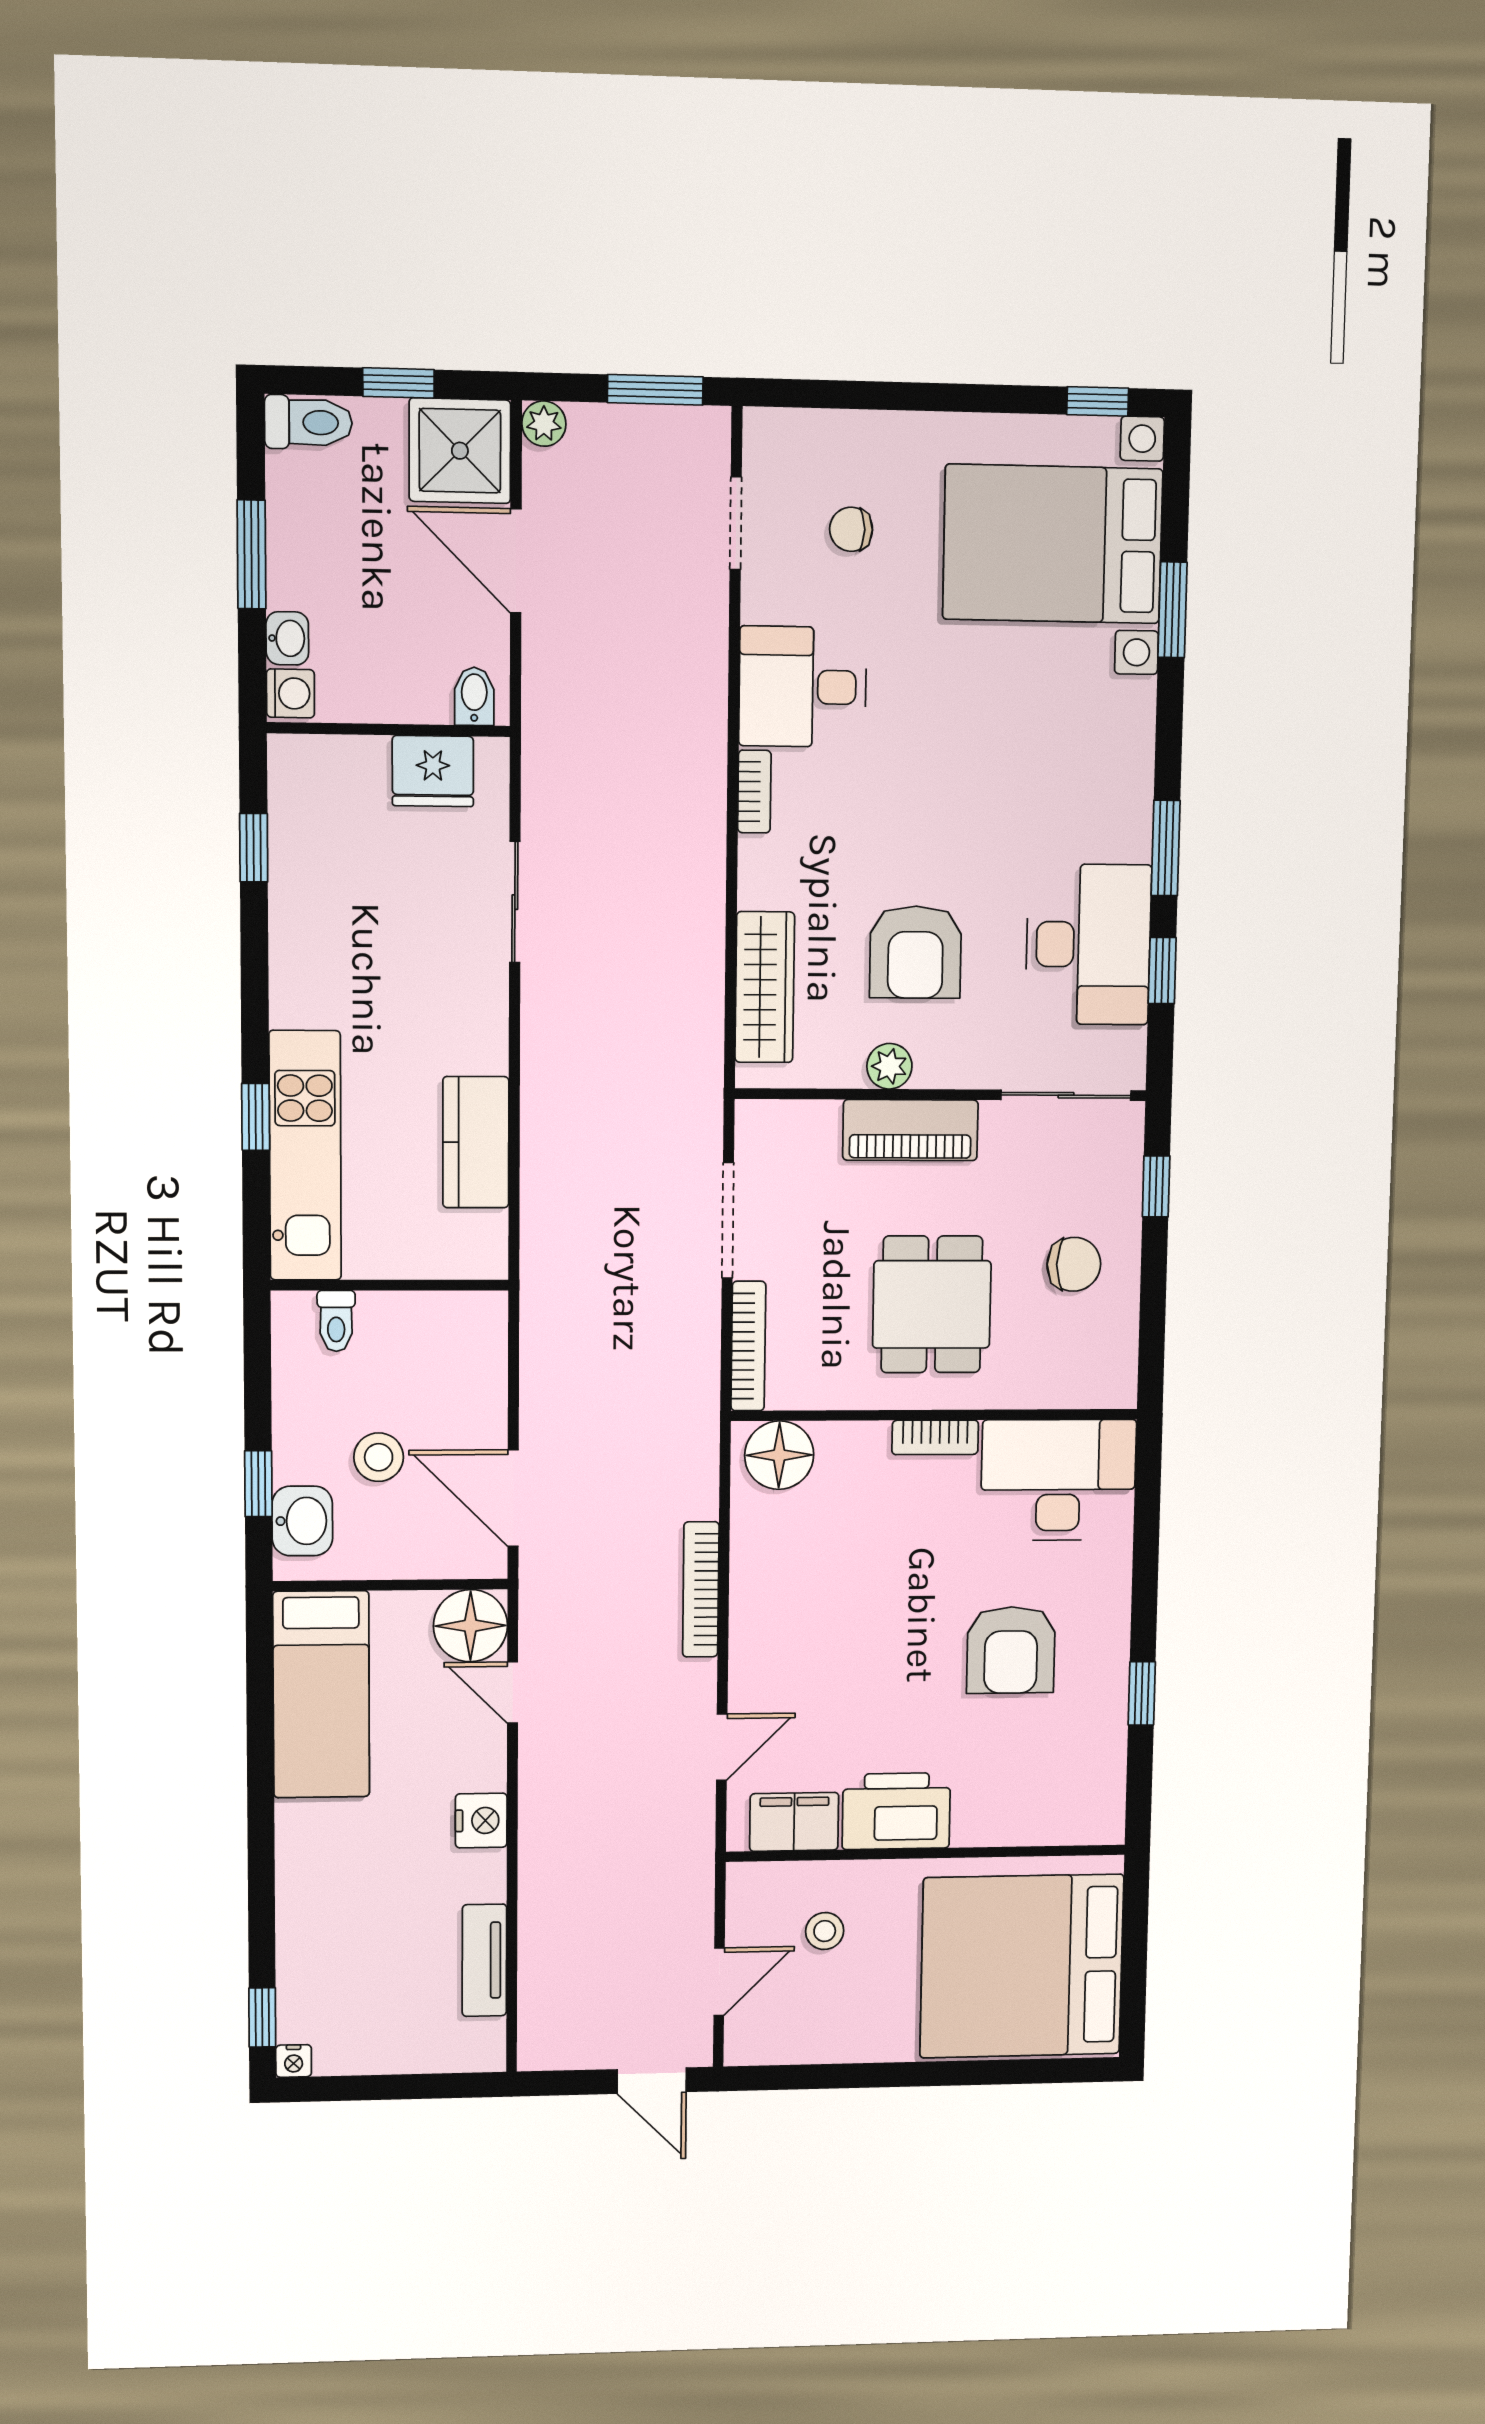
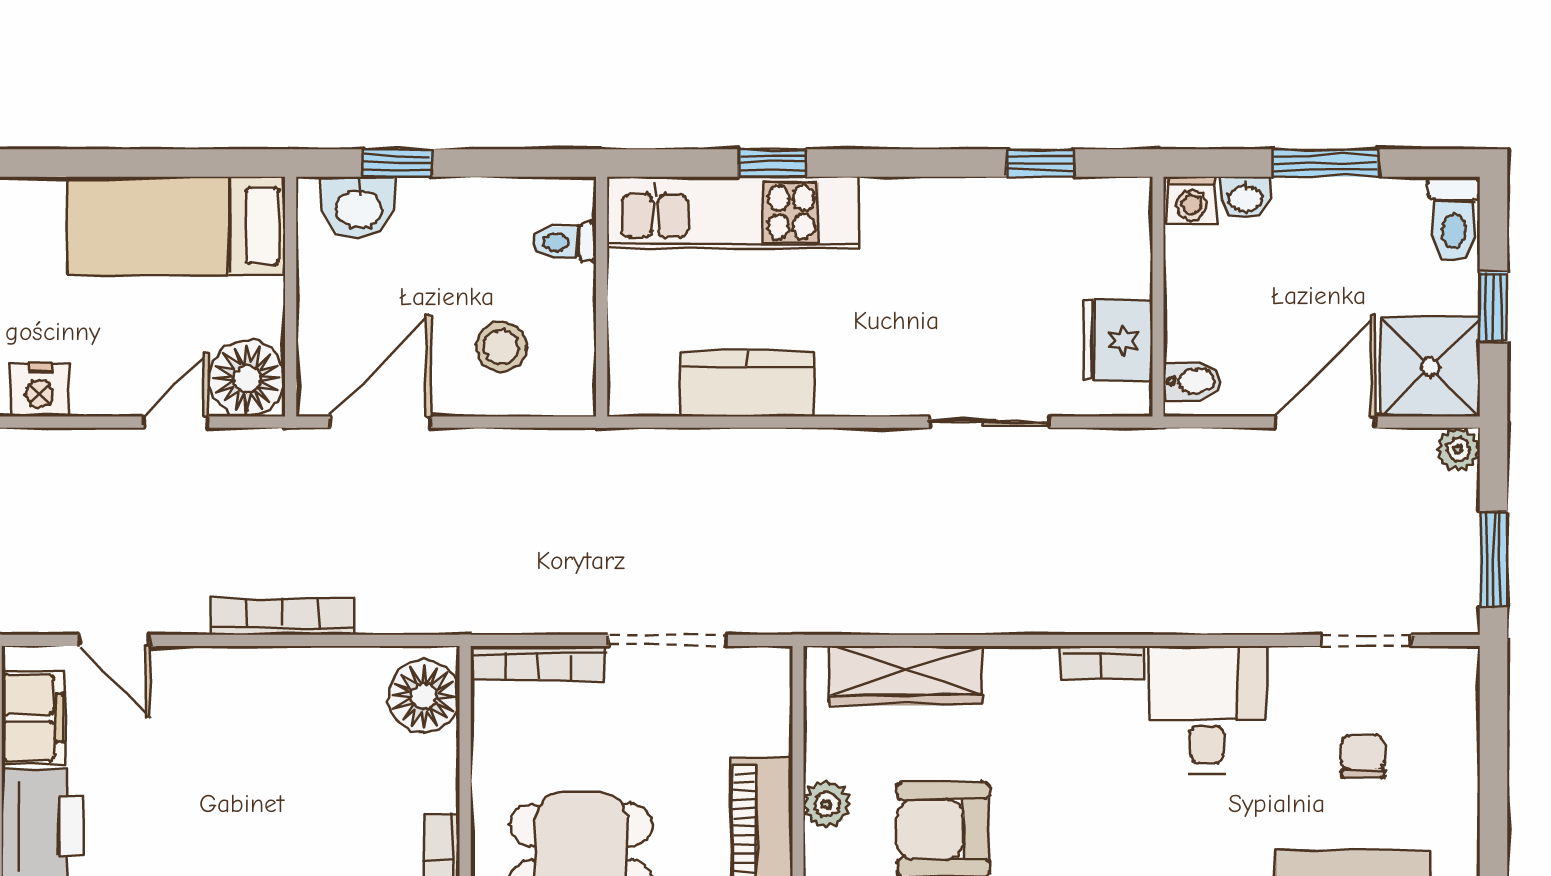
stool: (379, 1457) -> (501, 347), moved

